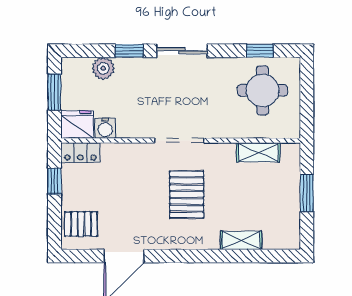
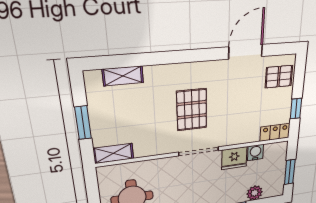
fridge: (77, 124) -> (234, 158), moved
shelving: (258, 152) -> (113, 153), moved
shelving: (241, 240) -> (123, 76), moved

